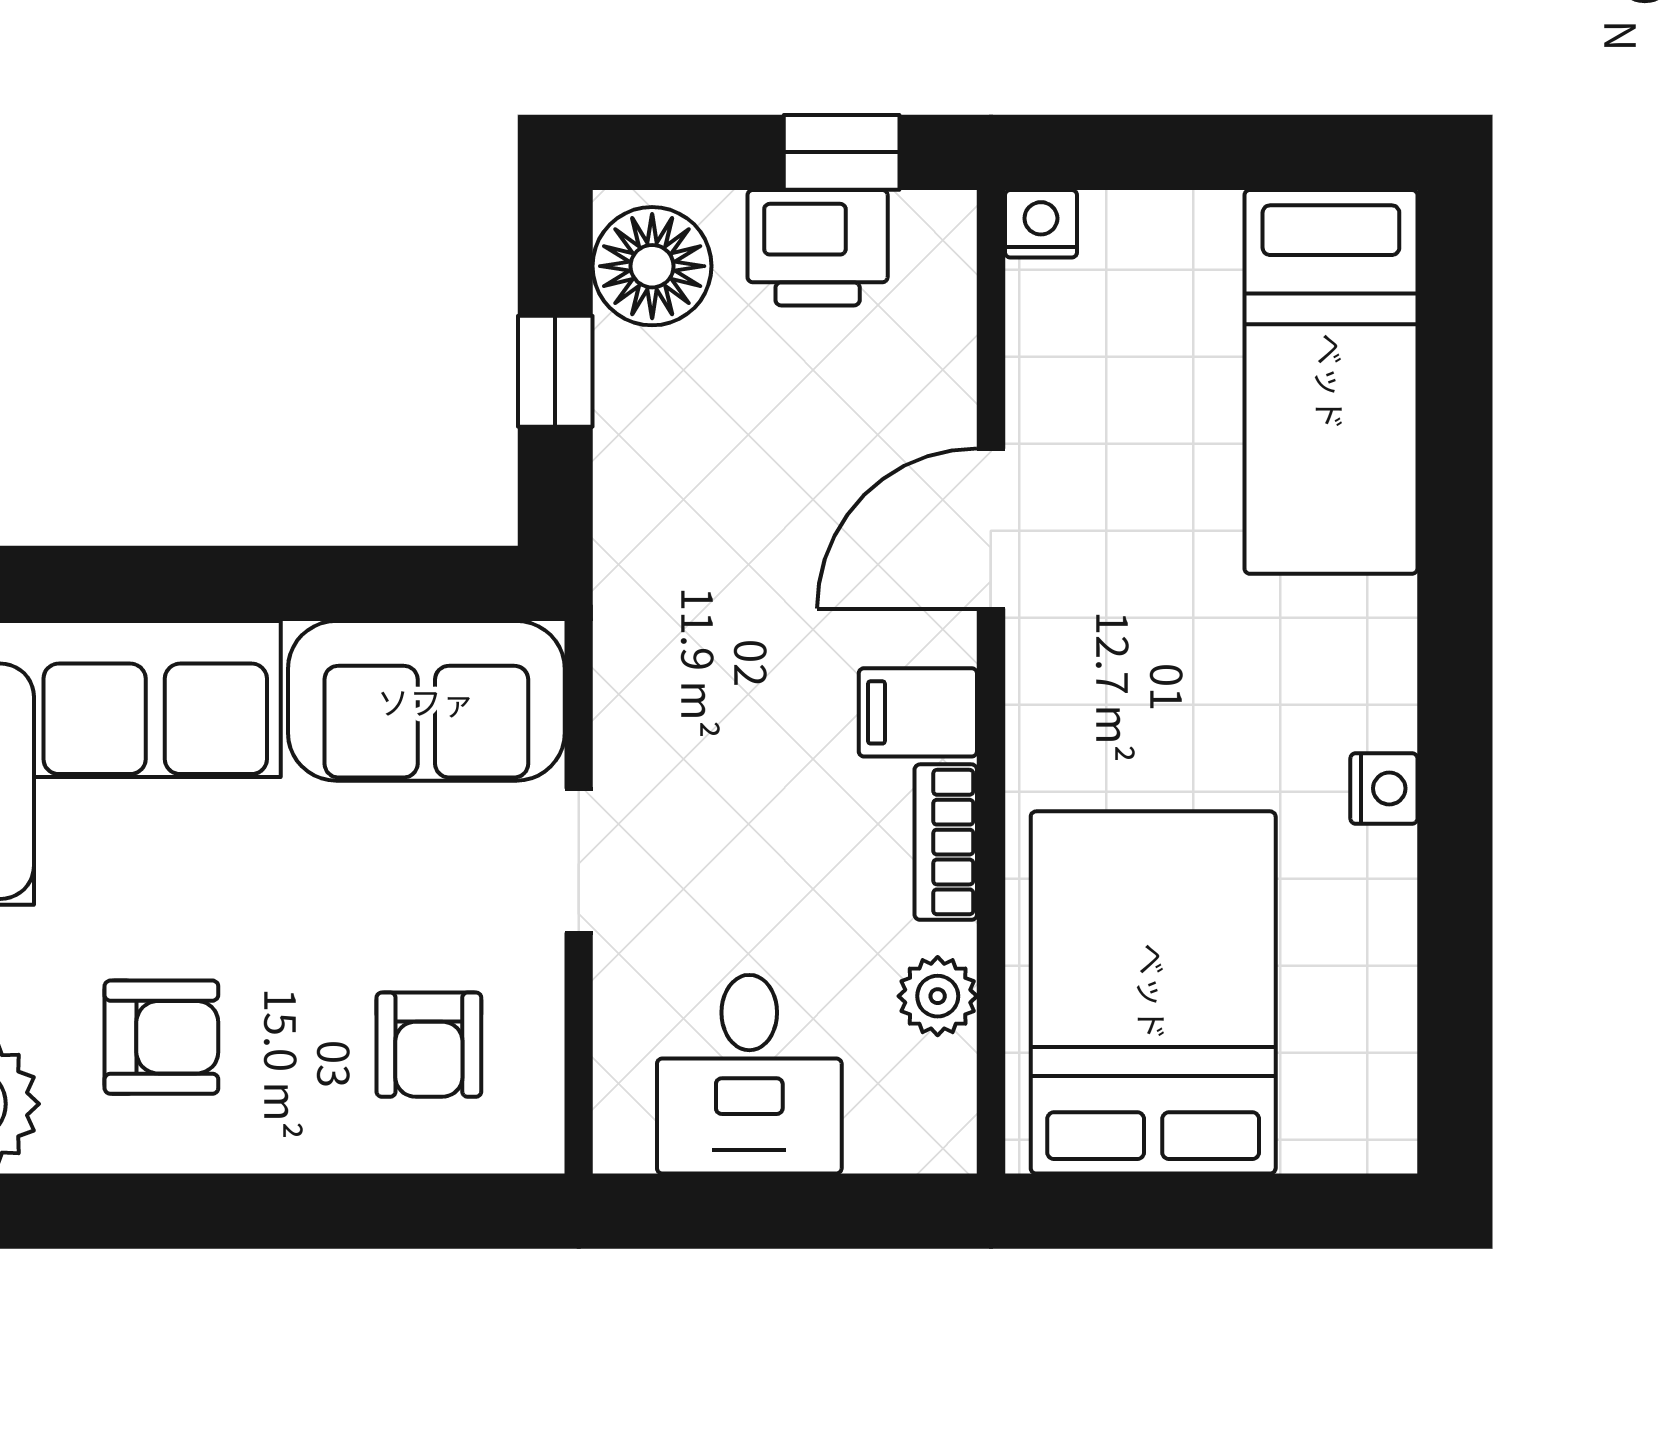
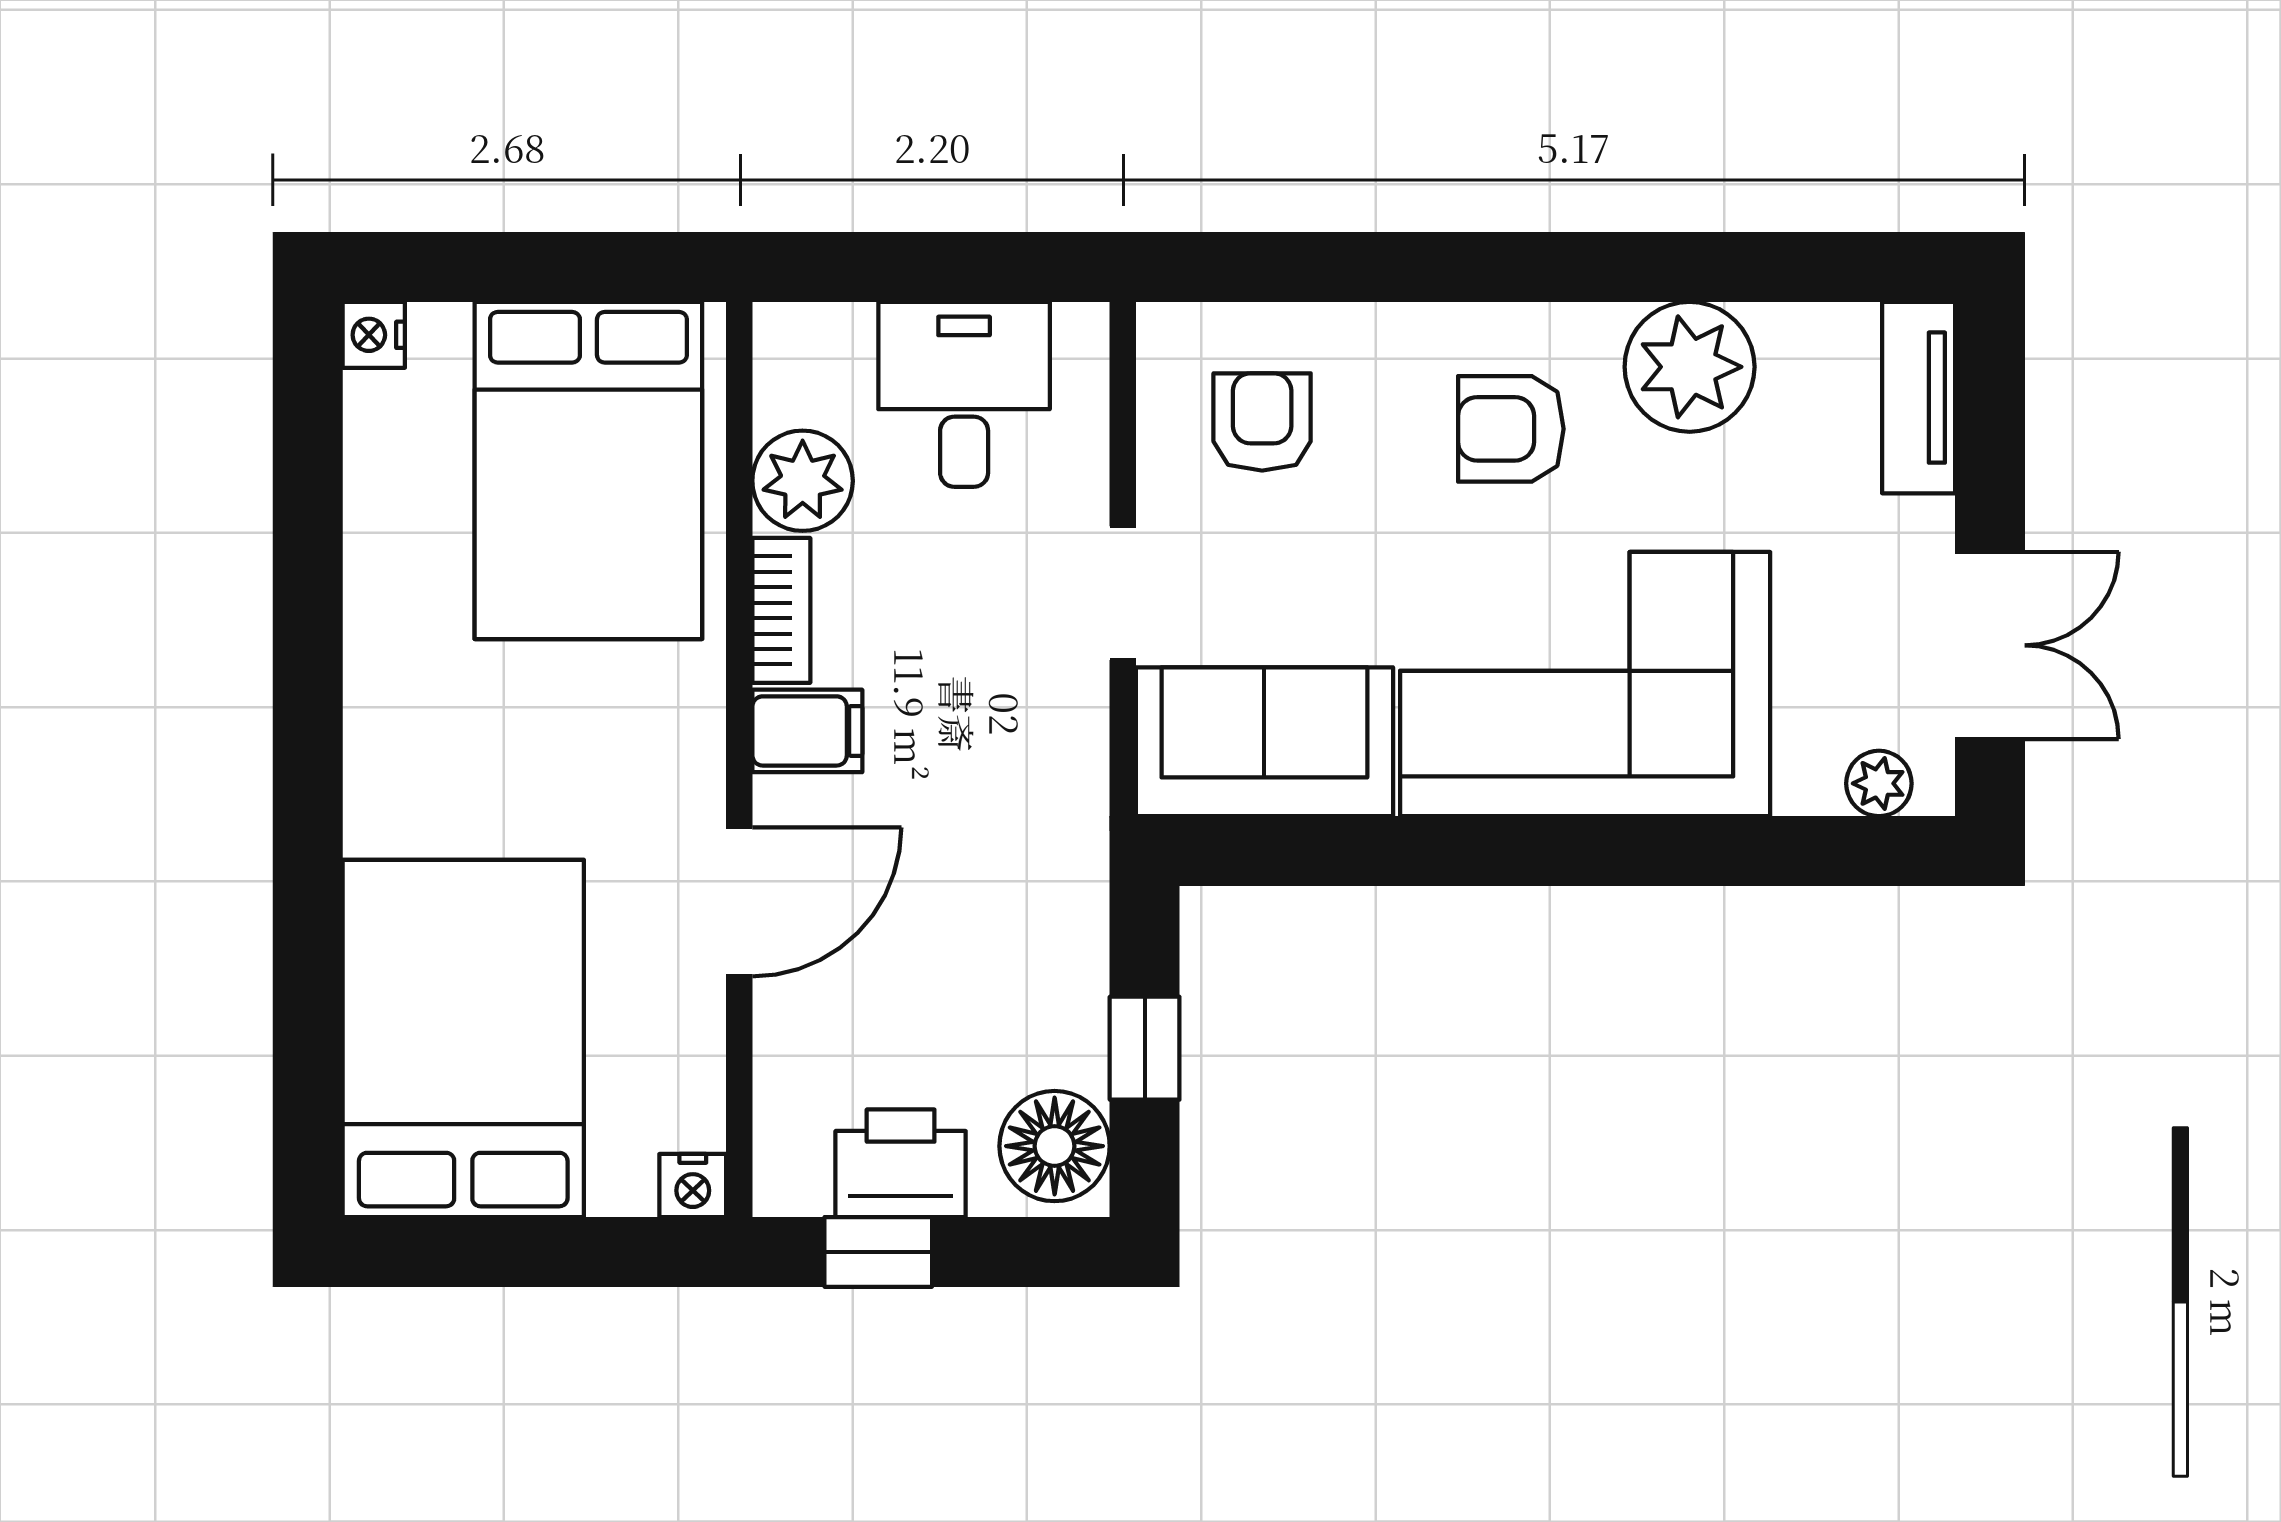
bed: (1331, 382) -> (463, 1038), width x1.50
nightstand: (1384, 788) -> (374, 335), moved
plant: (938, 996) -> (803, 481), width x1.38, depth x1.38

